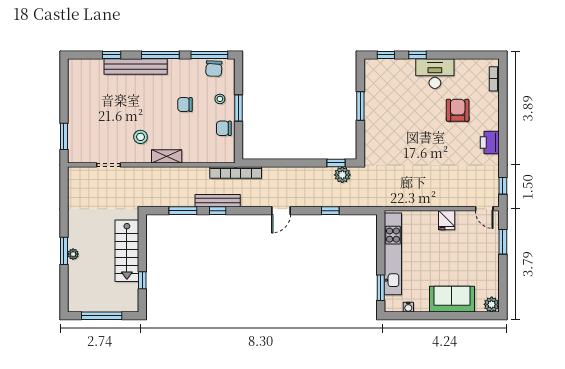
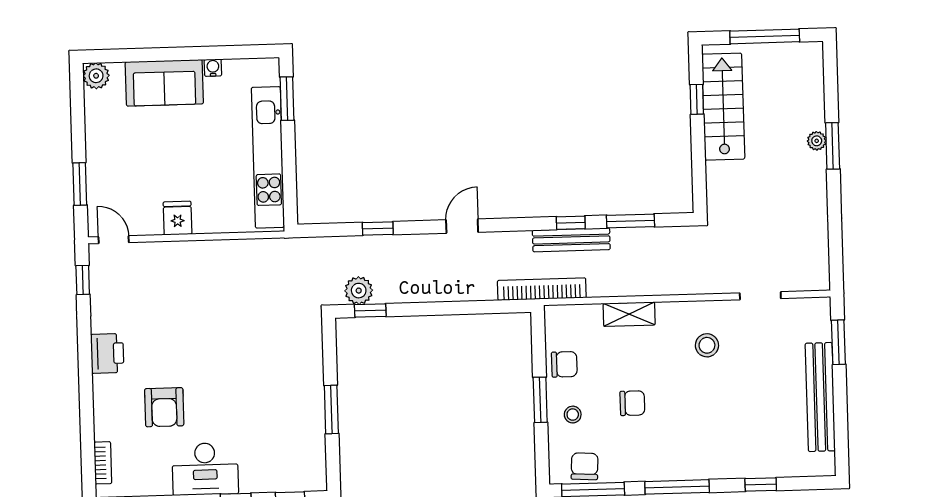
bench: (136, 66) -> (820, 397), moved, turned 90
shelving: (167, 156) -> (629, 314), moved
stairs: (127, 251) -> (723, 107), moved
water cooler: (408, 307) -> (213, 68), moved

